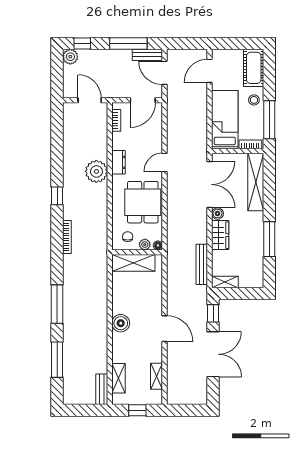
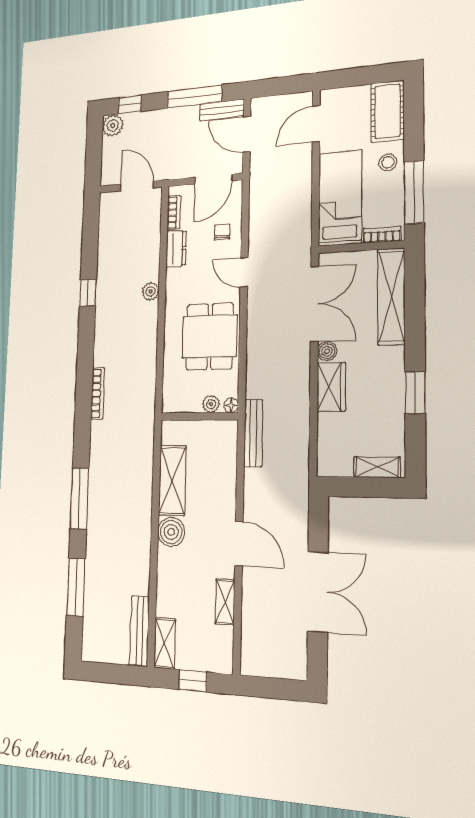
dresser: (119, 162) -> (176, 249), moved
door: (165, 162) -> (244, 272), hinge flipped
plant: (96, 171) -> (150, 291), width x0.53, depth x0.53
window: (57, 196) -> (88, 293), moved
chair: (128, 237) -> (222, 232), moved
window: (269, 239) -> (415, 393), width x0.69
shelving: (133, 263) -> (172, 480), moved, turned 90
bench: (202, 264) -> (253, 433), moved
shelving: (225, 282) -> (377, 467), moved
window: (213, 313) -> (318, 520), removed
shelving: (157, 376) -> (225, 602), moved
shelving: (119, 378) -> (165, 643), moved
bench: (102, 389) -> (140, 631), width x1.36

